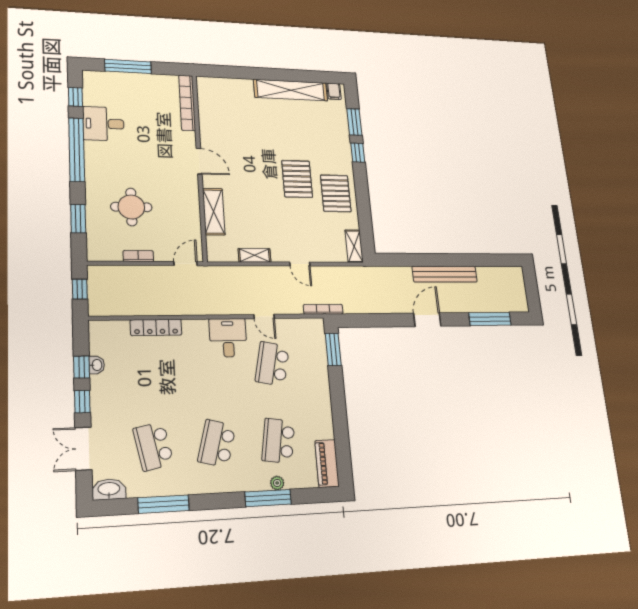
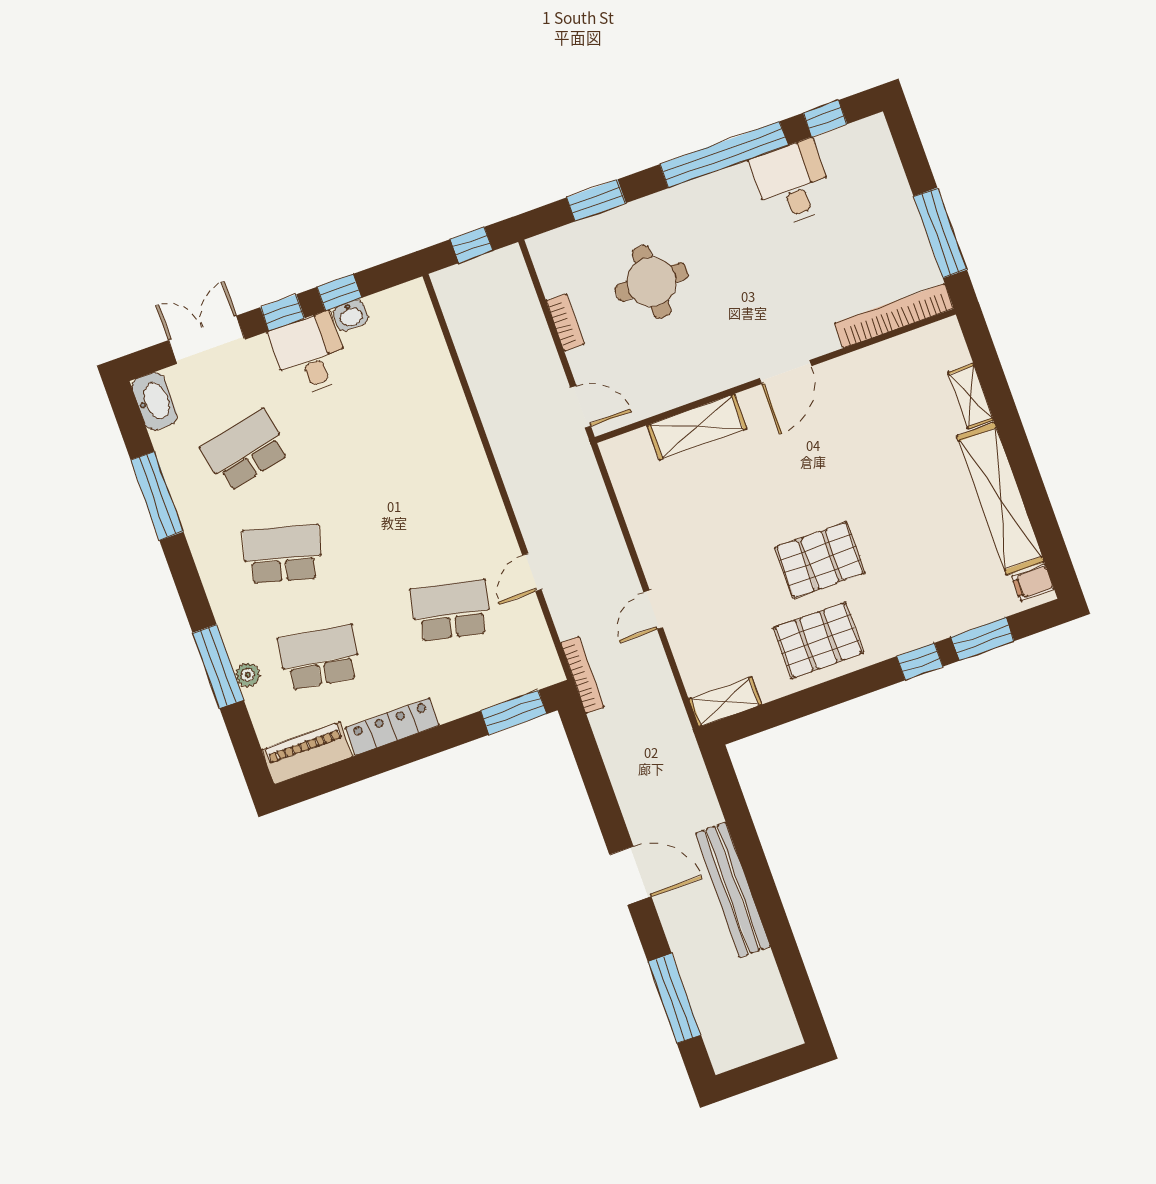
window: (128, 66) -> (940, 233), moved
shelving: (255, 255) -> (971, 396), moved
locker: (156, 327) -> (392, 727), moved, turned 90
desk: (228, 338) -> (310, 354), moved, turned -90

